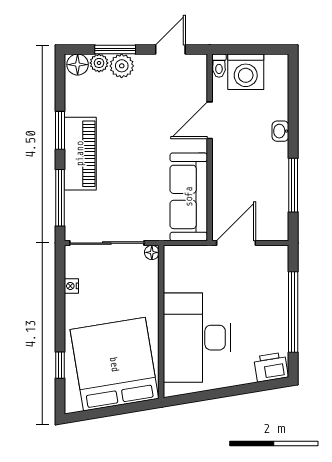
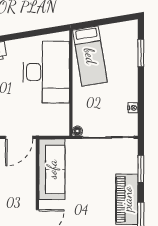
window: (60, 198) -> (141, 169), width x0.69
bed: (114, 364) -> (90, 56), width x0.49
window: (60, 365) -> (141, 53), width x1.50

